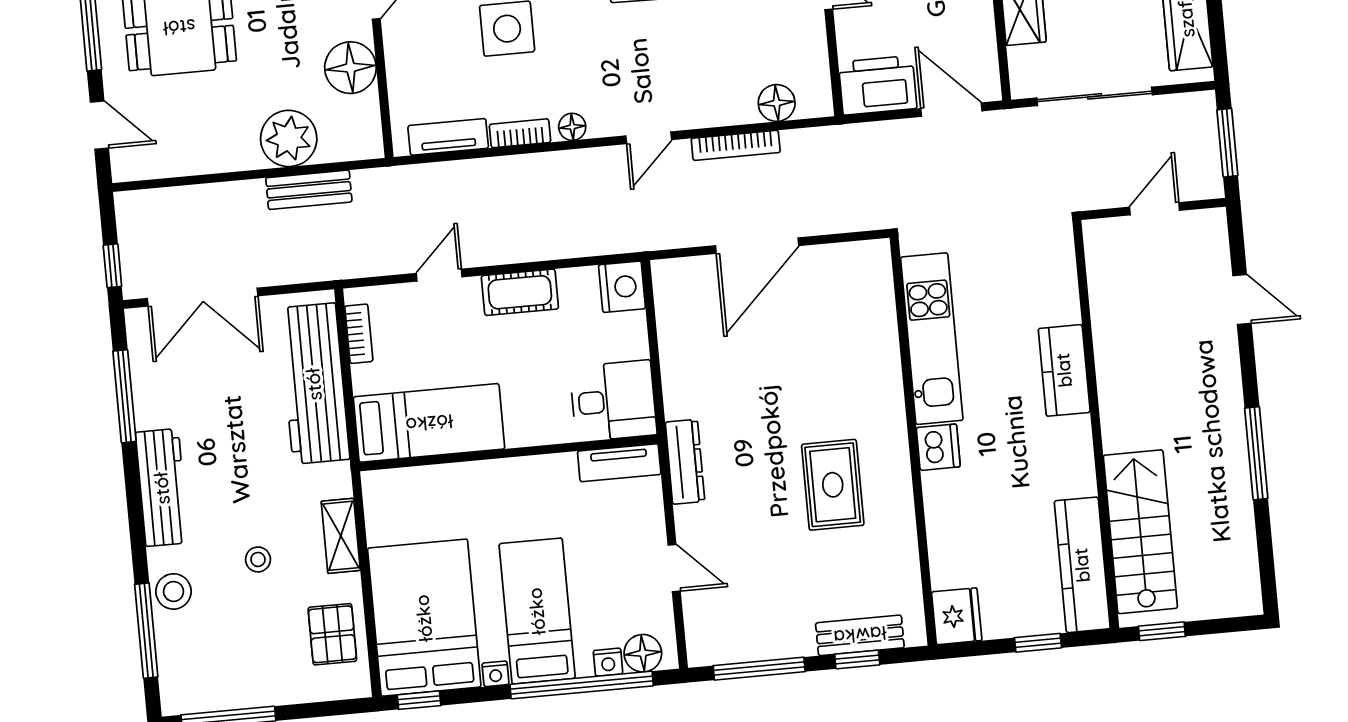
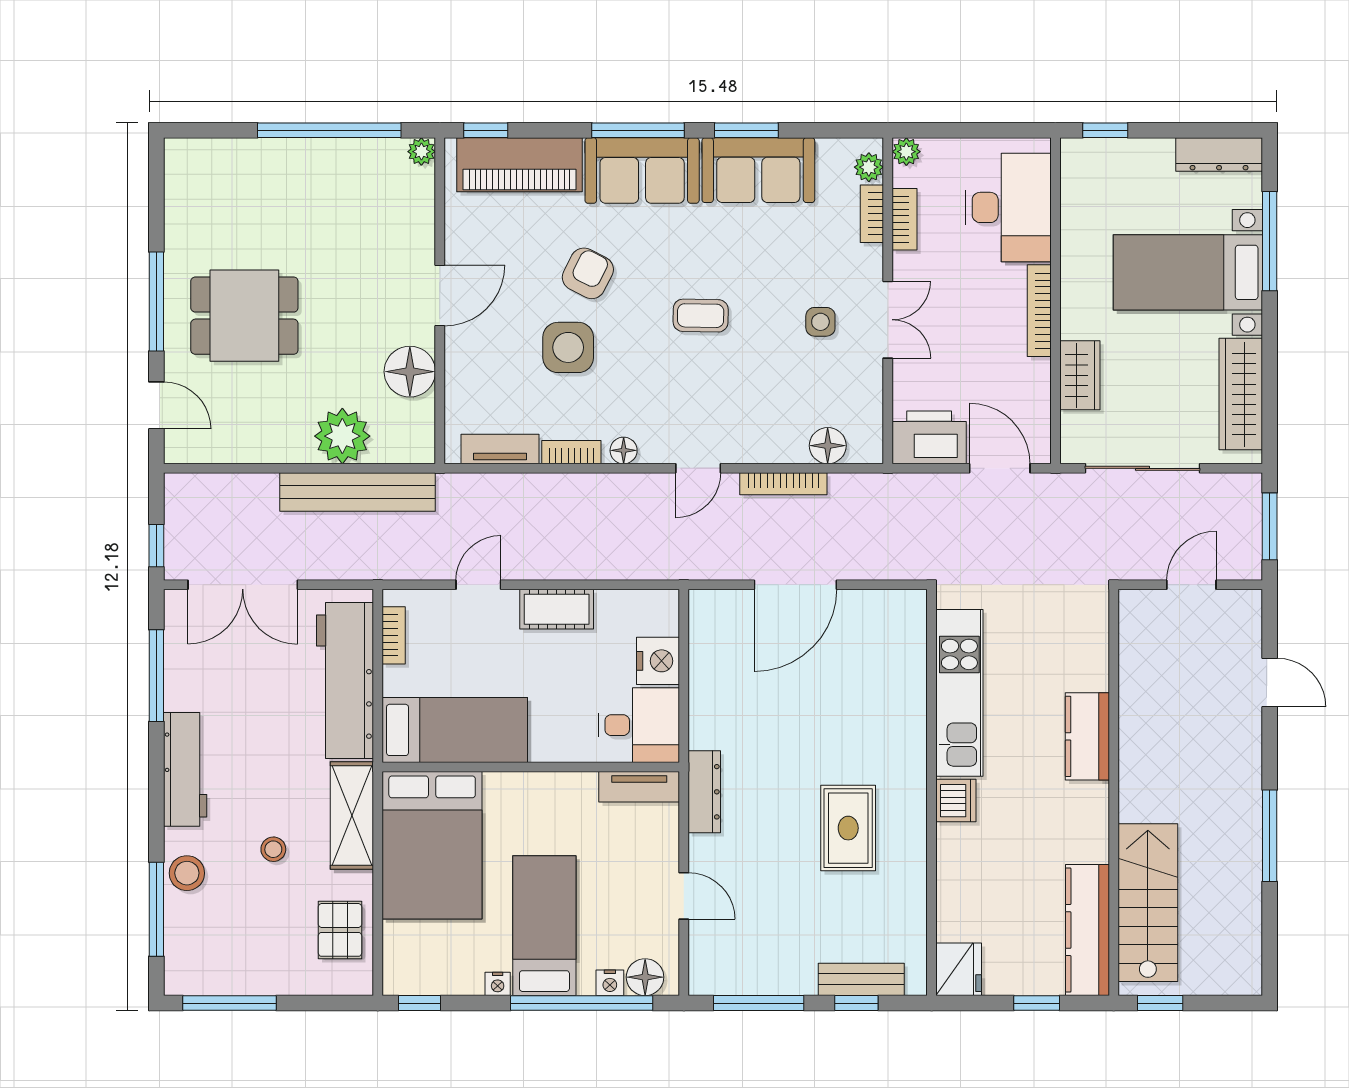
bench: (309, 190) -> (357, 492), width x1.86, depth x1.21
nightstand: (622, 287) -> (658, 661), moved
shelving: (341, 536) -> (352, 815), width x1.50, depth x1.33
bed: (424, 618) -> (432, 845), moved, turned 180

